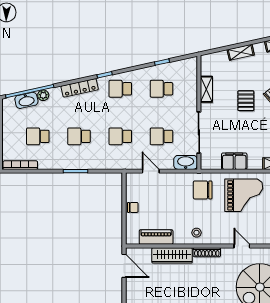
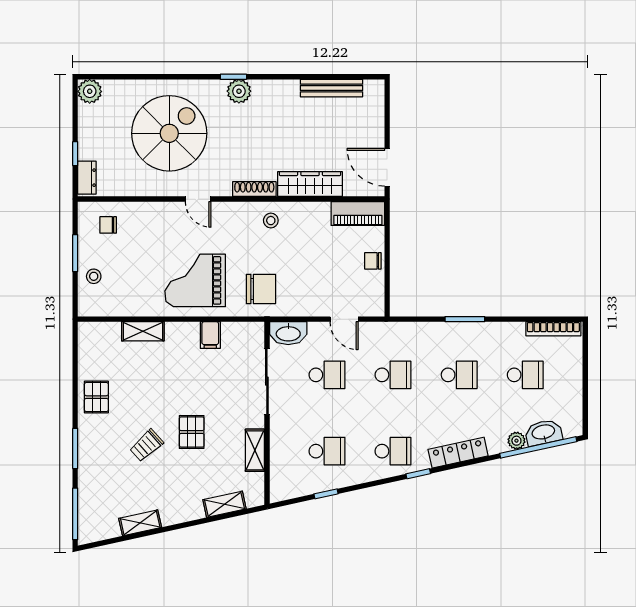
shelving: (241, 52) -> (225, 504), moved
filing cabinet: (234, 161) -> (210, 335), width x0.50
piano: (156, 237) -> (358, 214), moved

